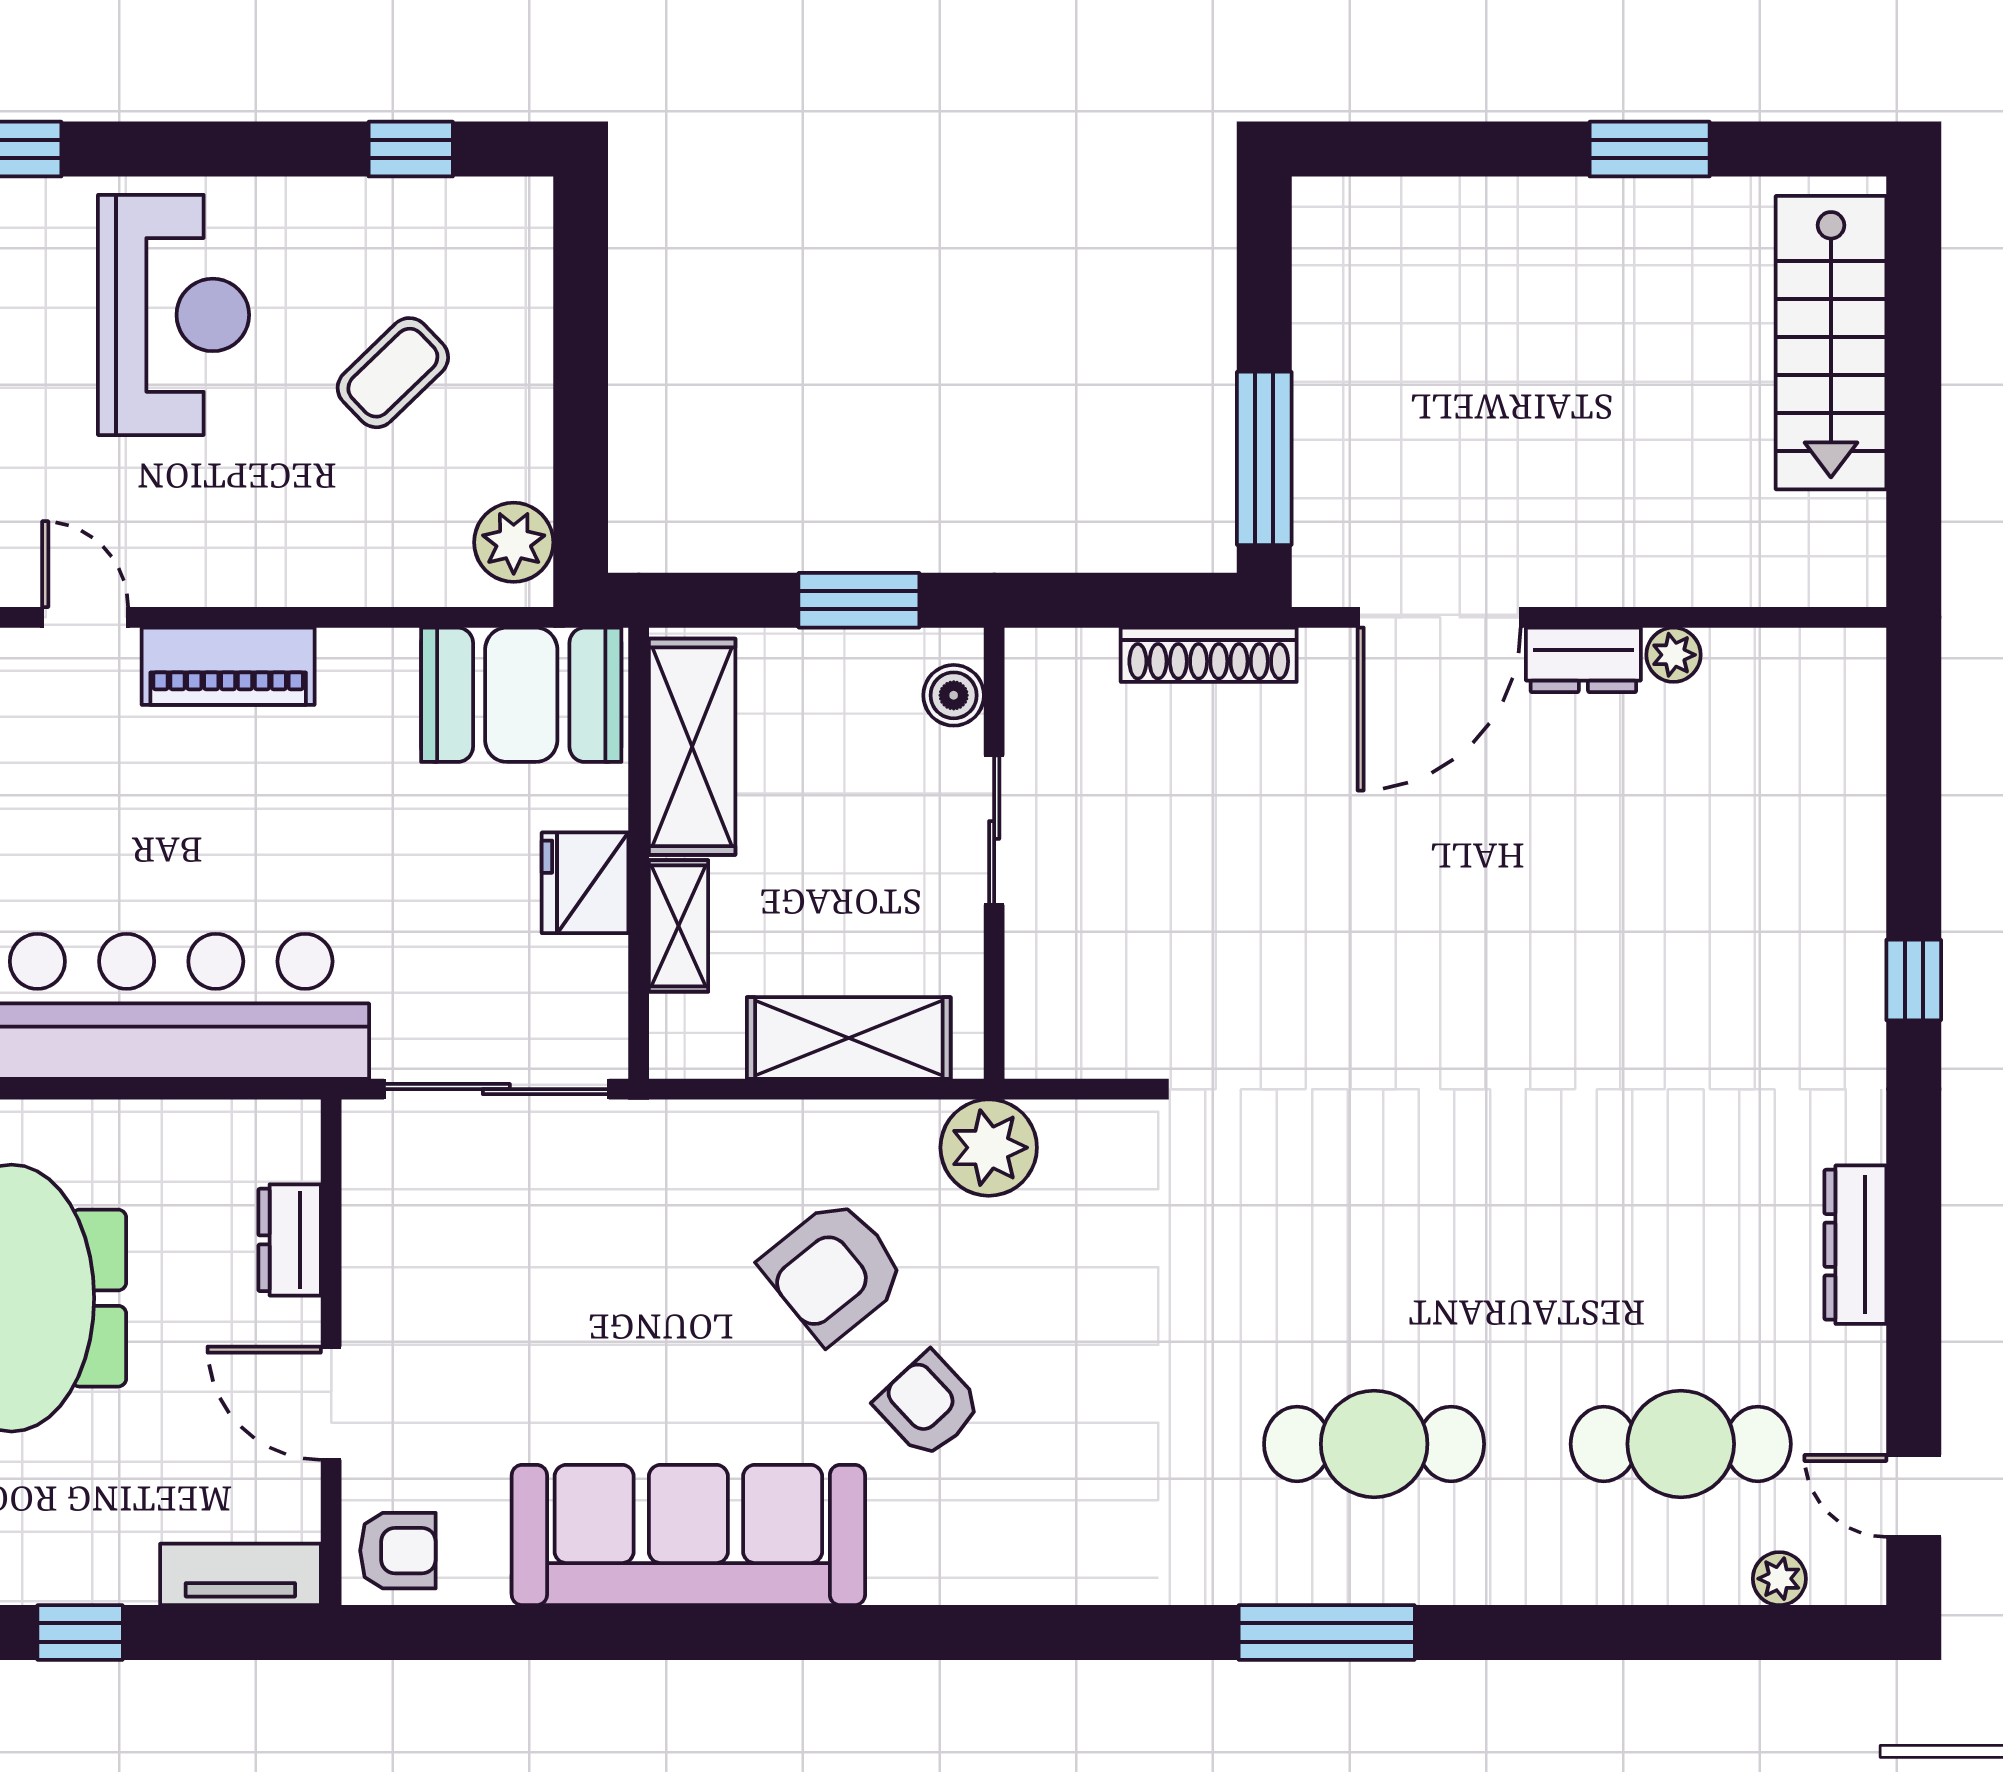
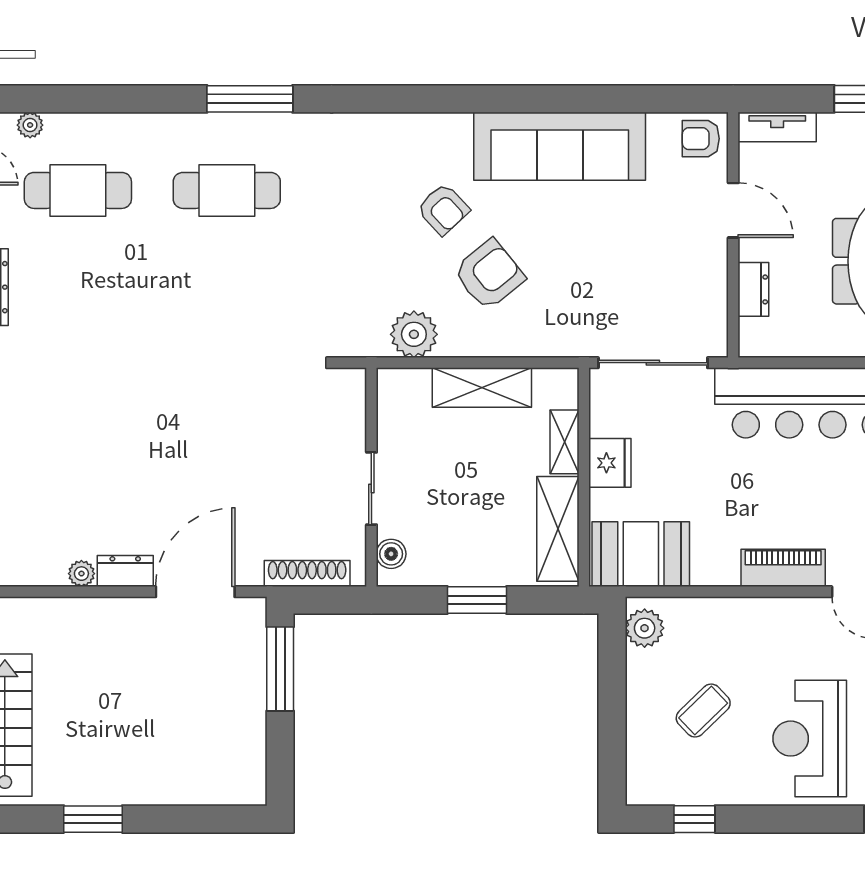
boiler: (954, 695) -> (391, 554), moved
sliding door: (994, 830) -> (371, 488), moved
wall: (994, 853) -> (371, 477), moved

